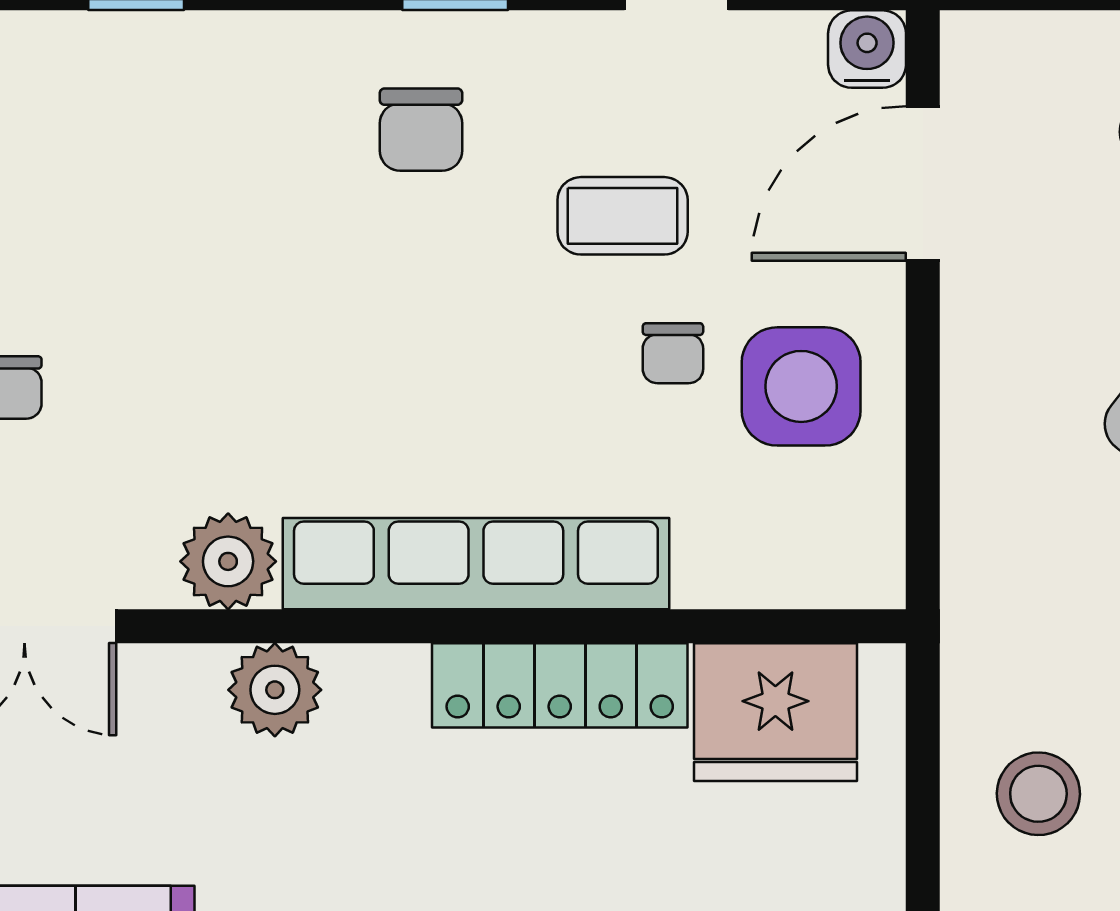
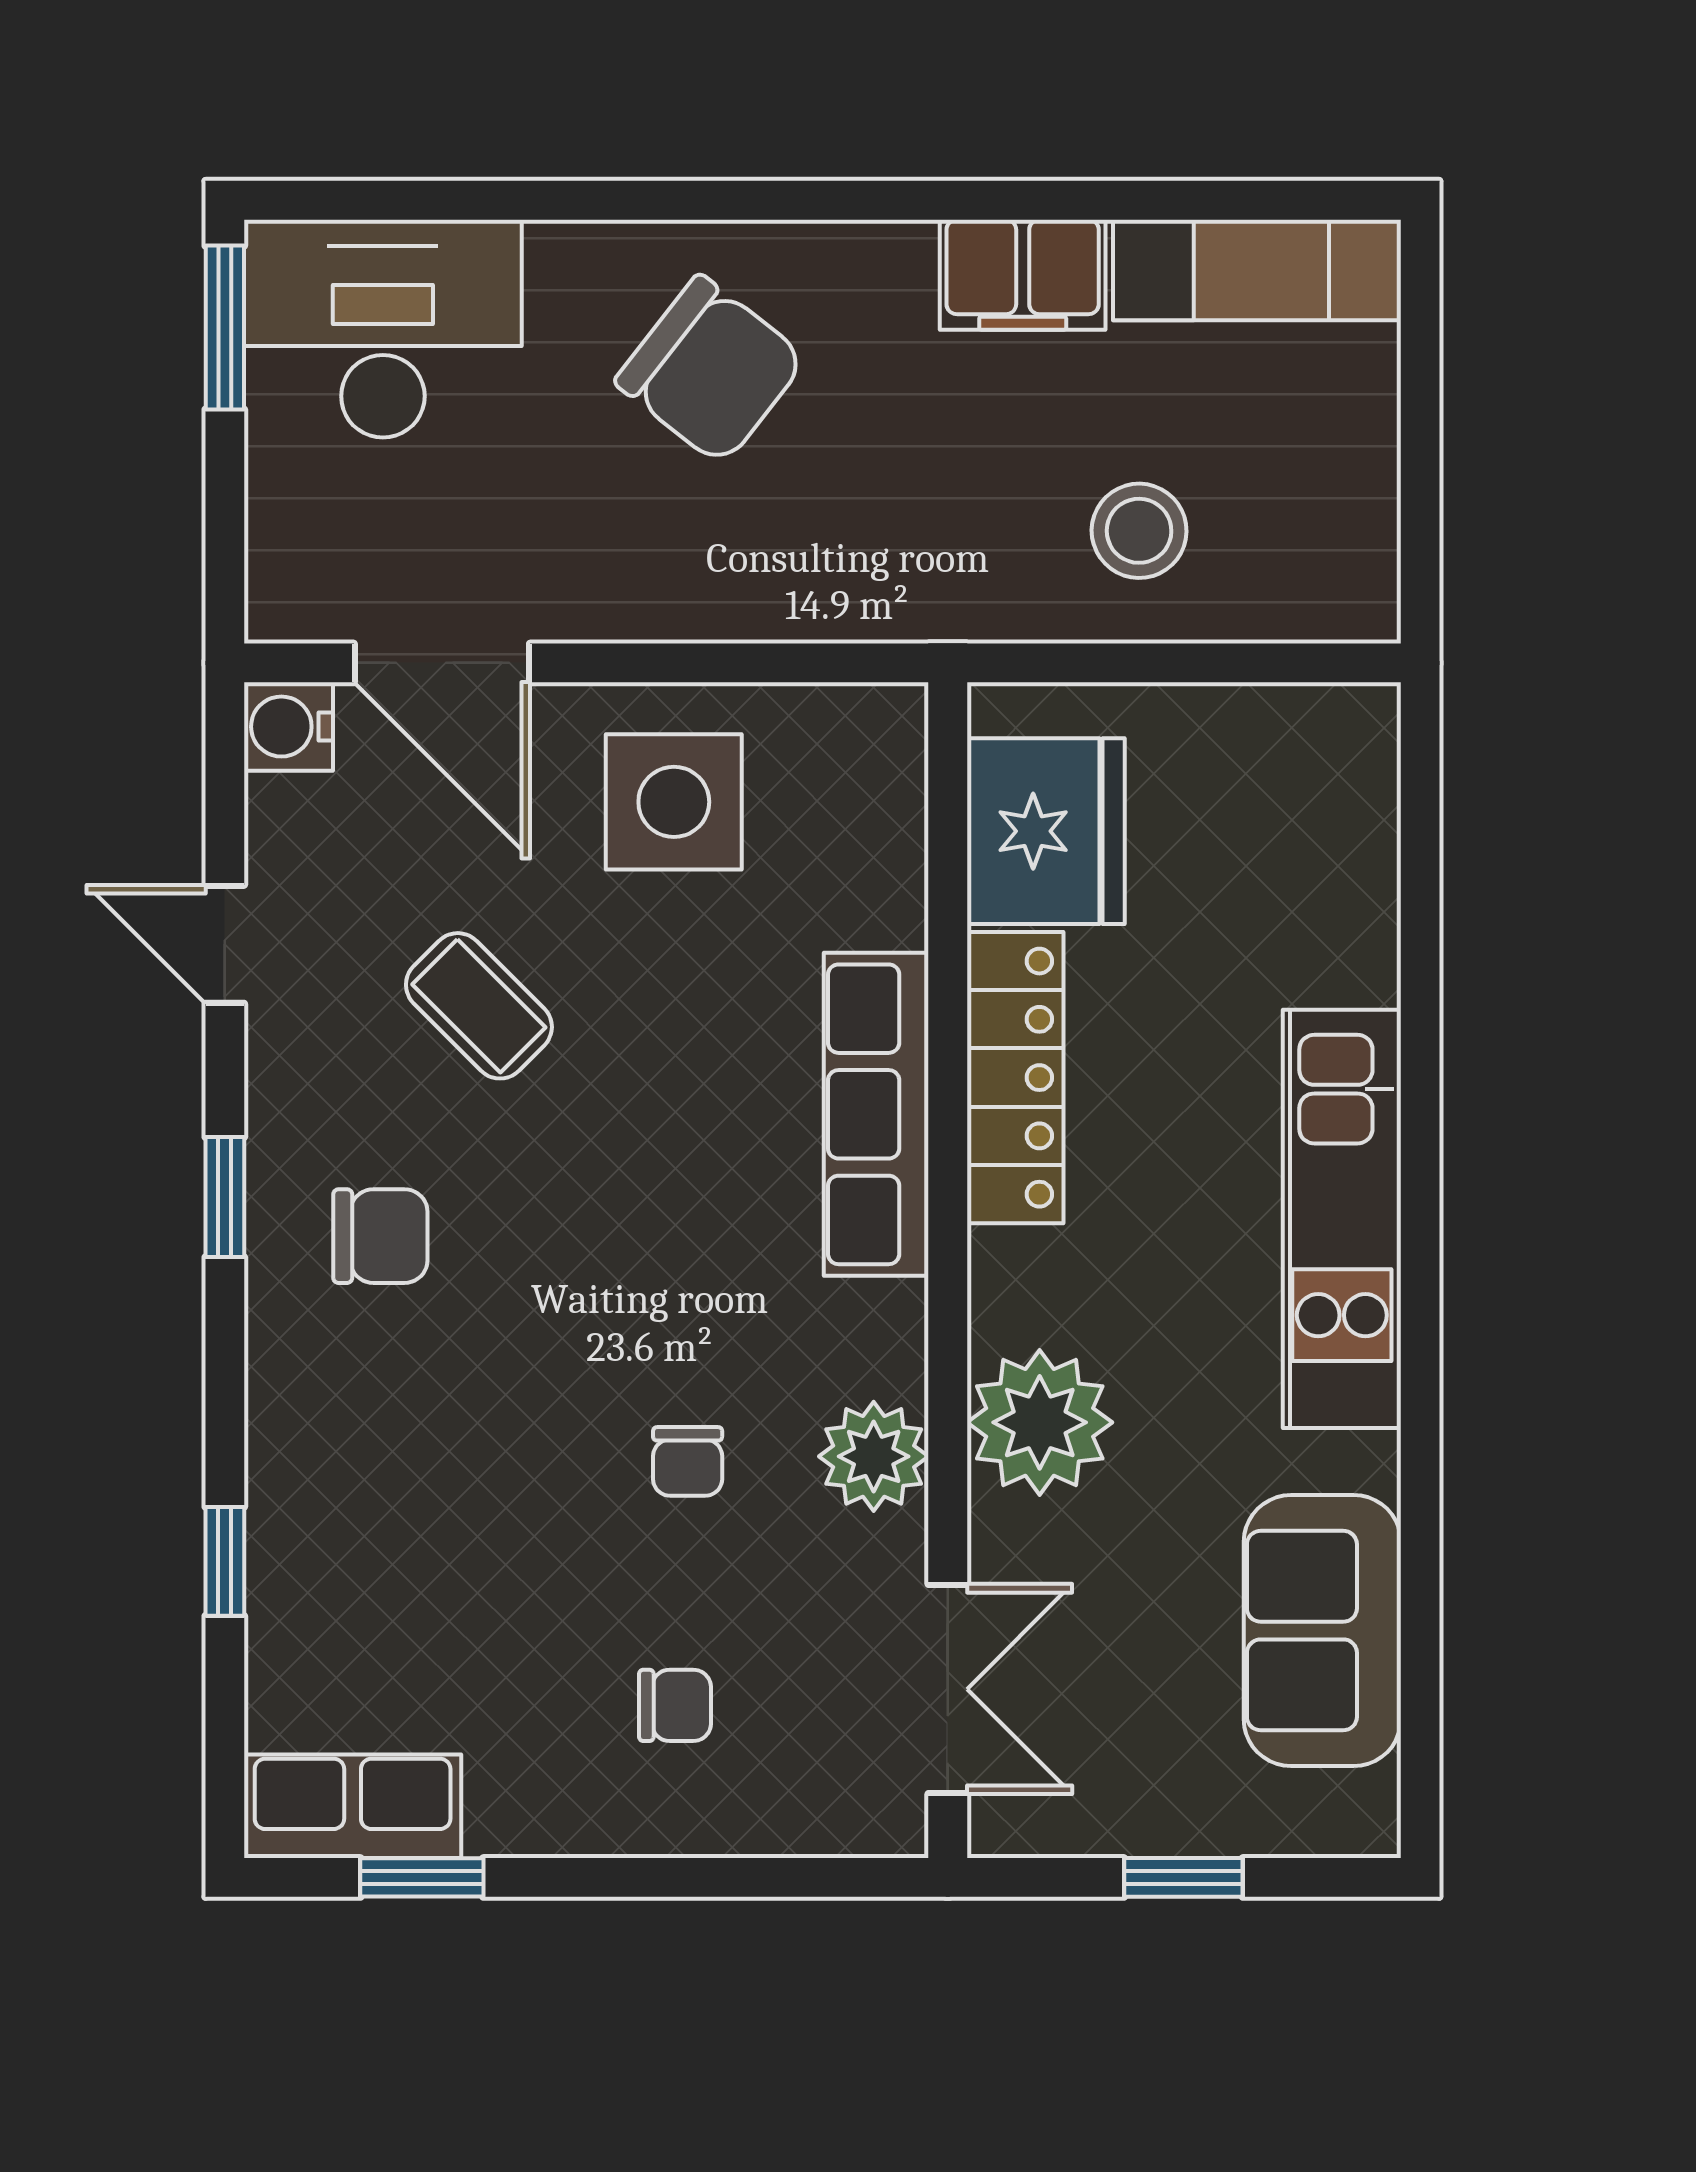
coffee table: (623, 216) -> (479, 1006), turned -45
chair: (673, 353) -> (688, 1461), moved, turned 90
row of seats: (476, 564) -> (876, 1114), width x0.73
plant: (275, 690) -> (1040, 1422), width x1.36, depth x1.36

